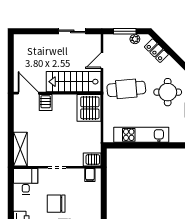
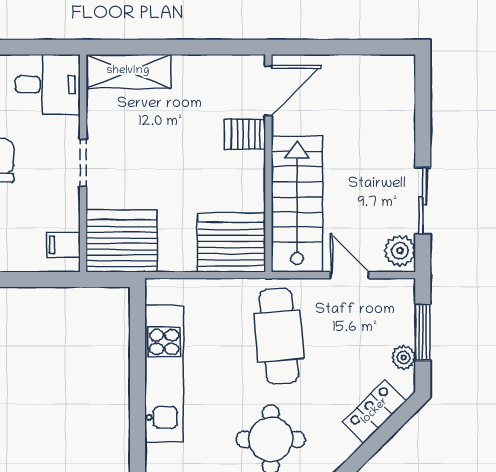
plant: (92, 41) -> (400, 251), added
server rack: (92, 159) -> (122, 241), width x2.18, depth x1.44

